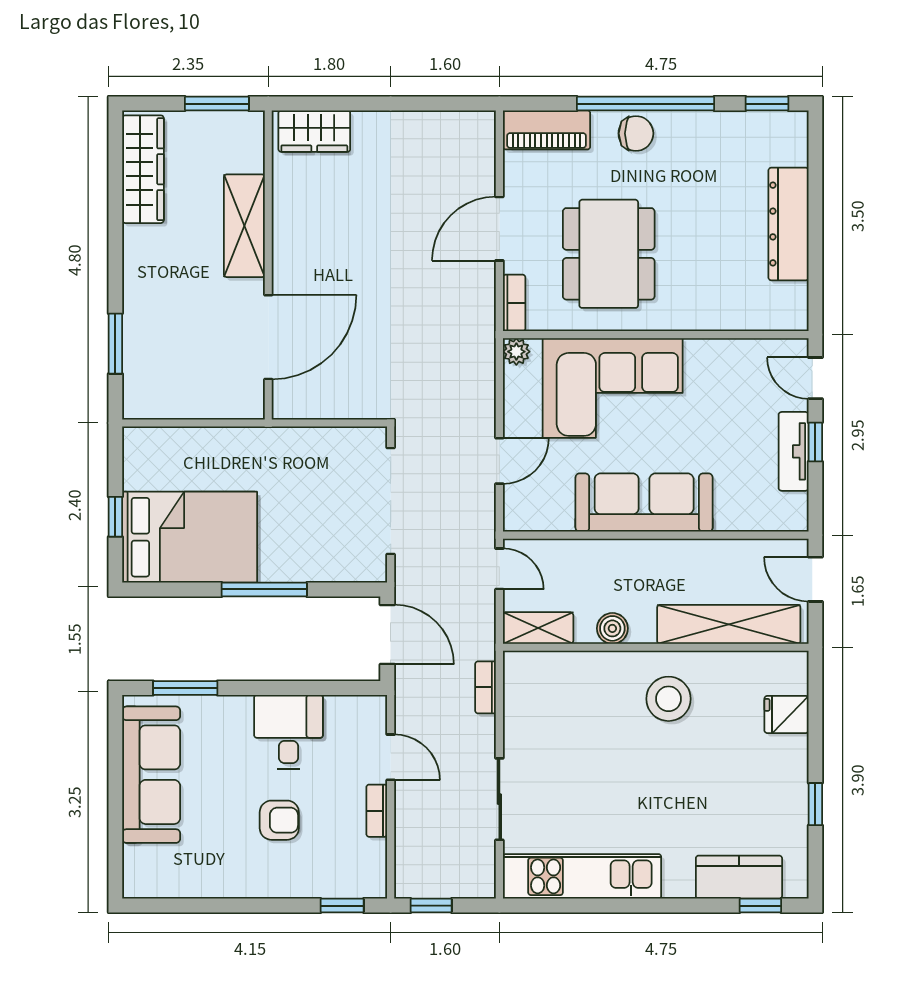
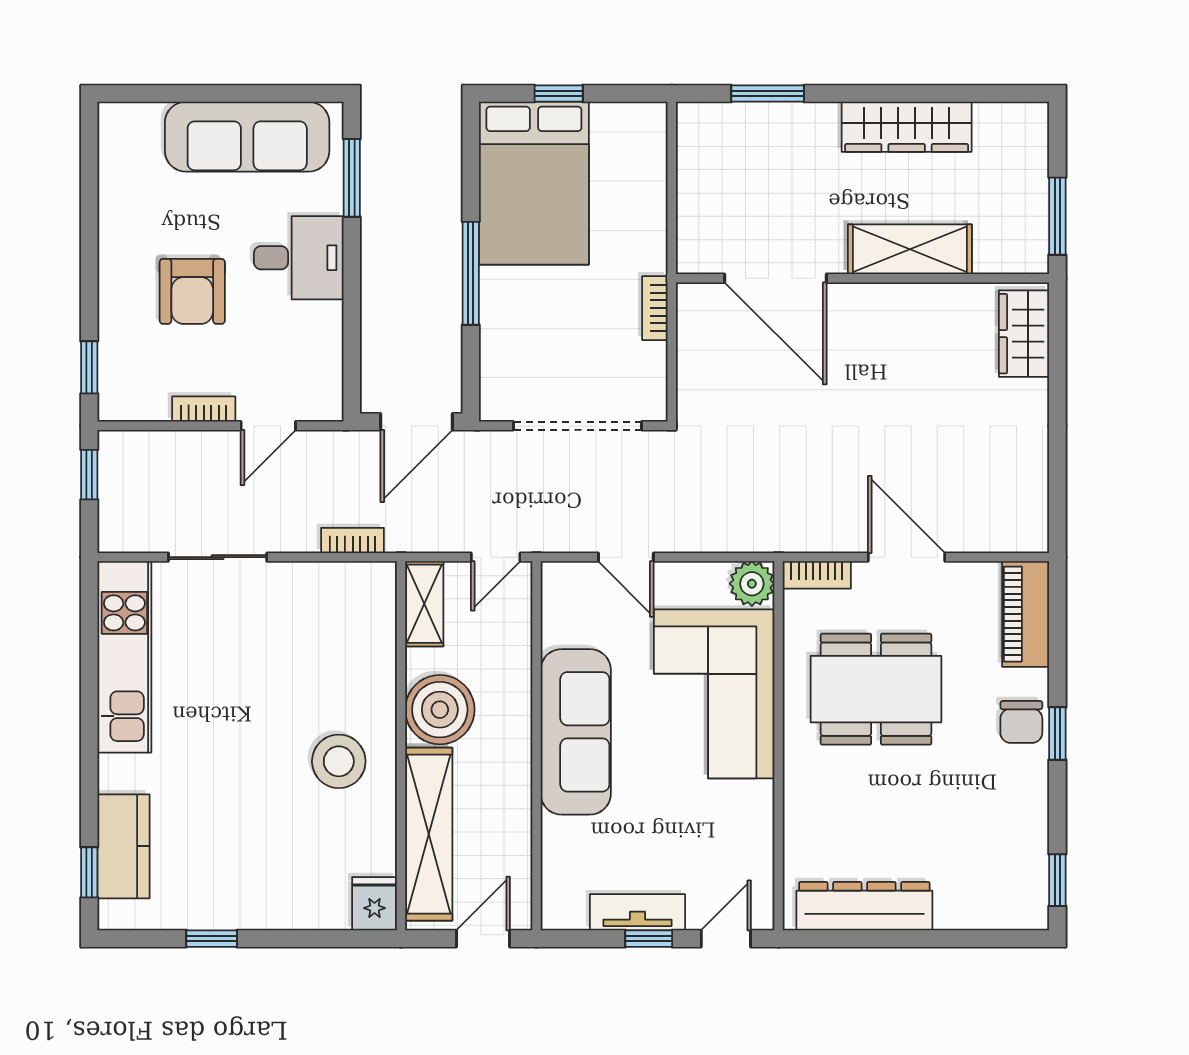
window: (646, 104) -> (1057, 734), width x0.32
wardrobe: (143, 169) -> (907, 127), moved
dresser: (789, 224) -> (864, 906), moved
plant: (516, 352) -> (752, 584), width x1.38, depth x1.38
bookcase: (293, 437) -> (655, 308), added
boiler: (612, 628) -> (440, 710), width x1.86, depth x1.86
fridge: (786, 714) -> (374, 904), moved
desk: (288, 732) -> (299, 258), moved
armchair: (279, 820) -> (192, 291), width x1.38, depth x1.38

